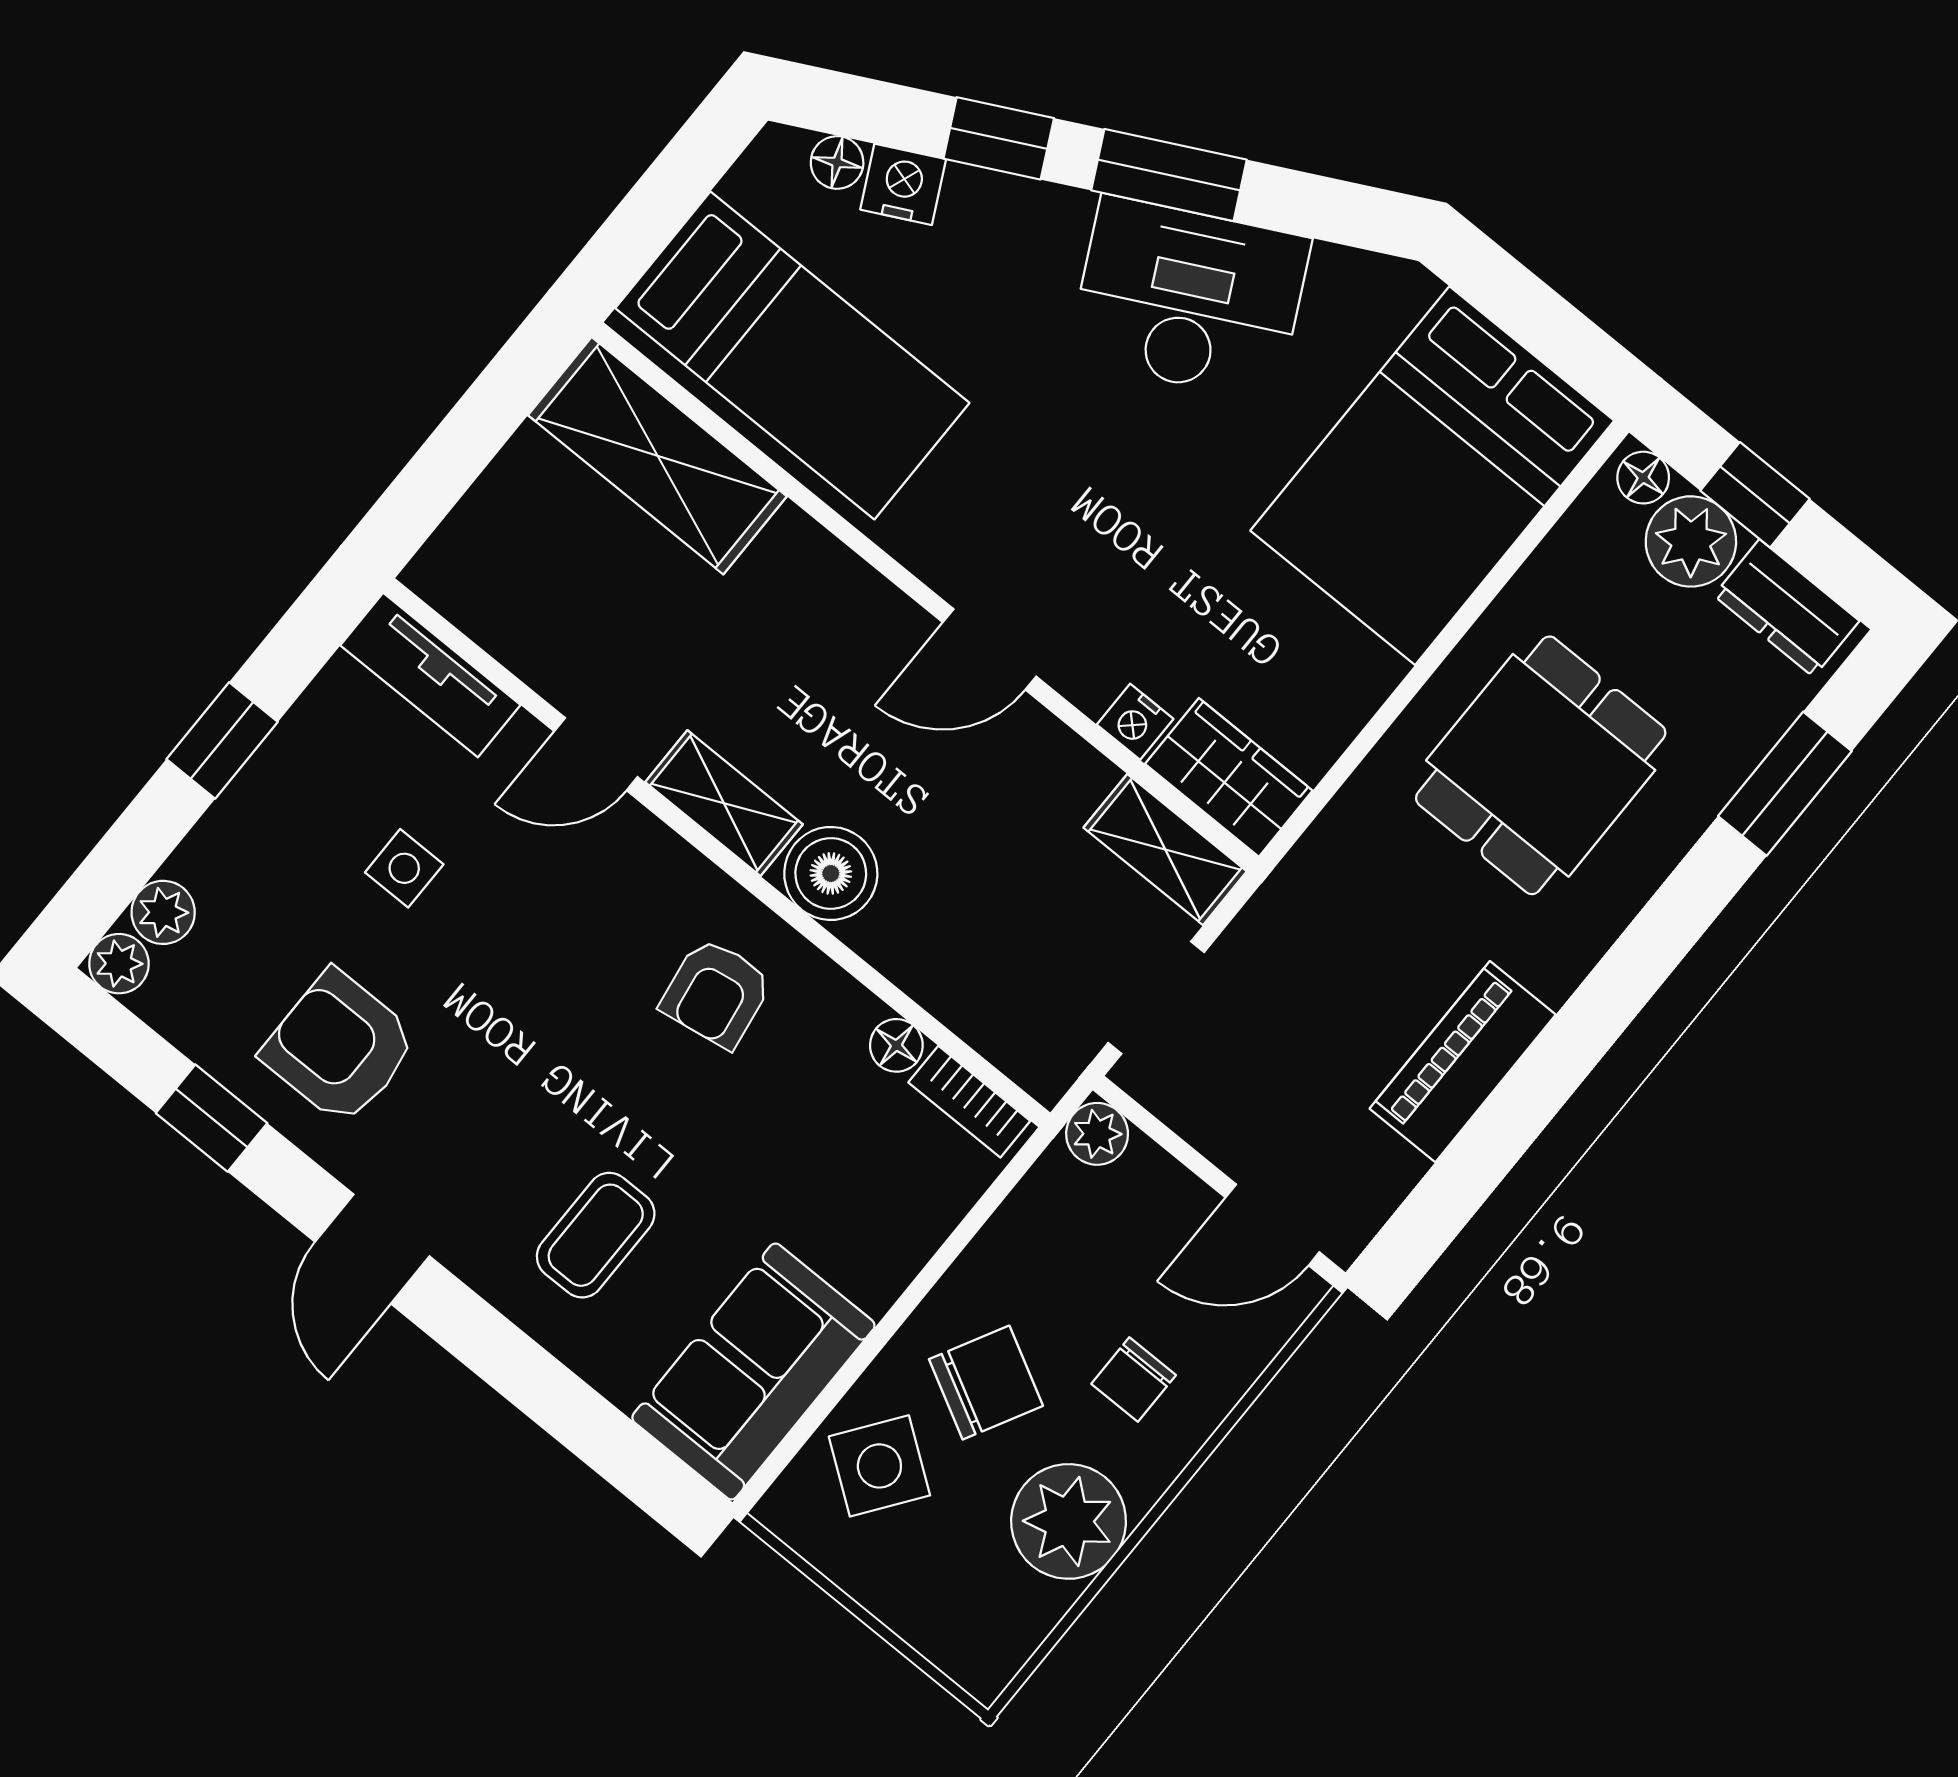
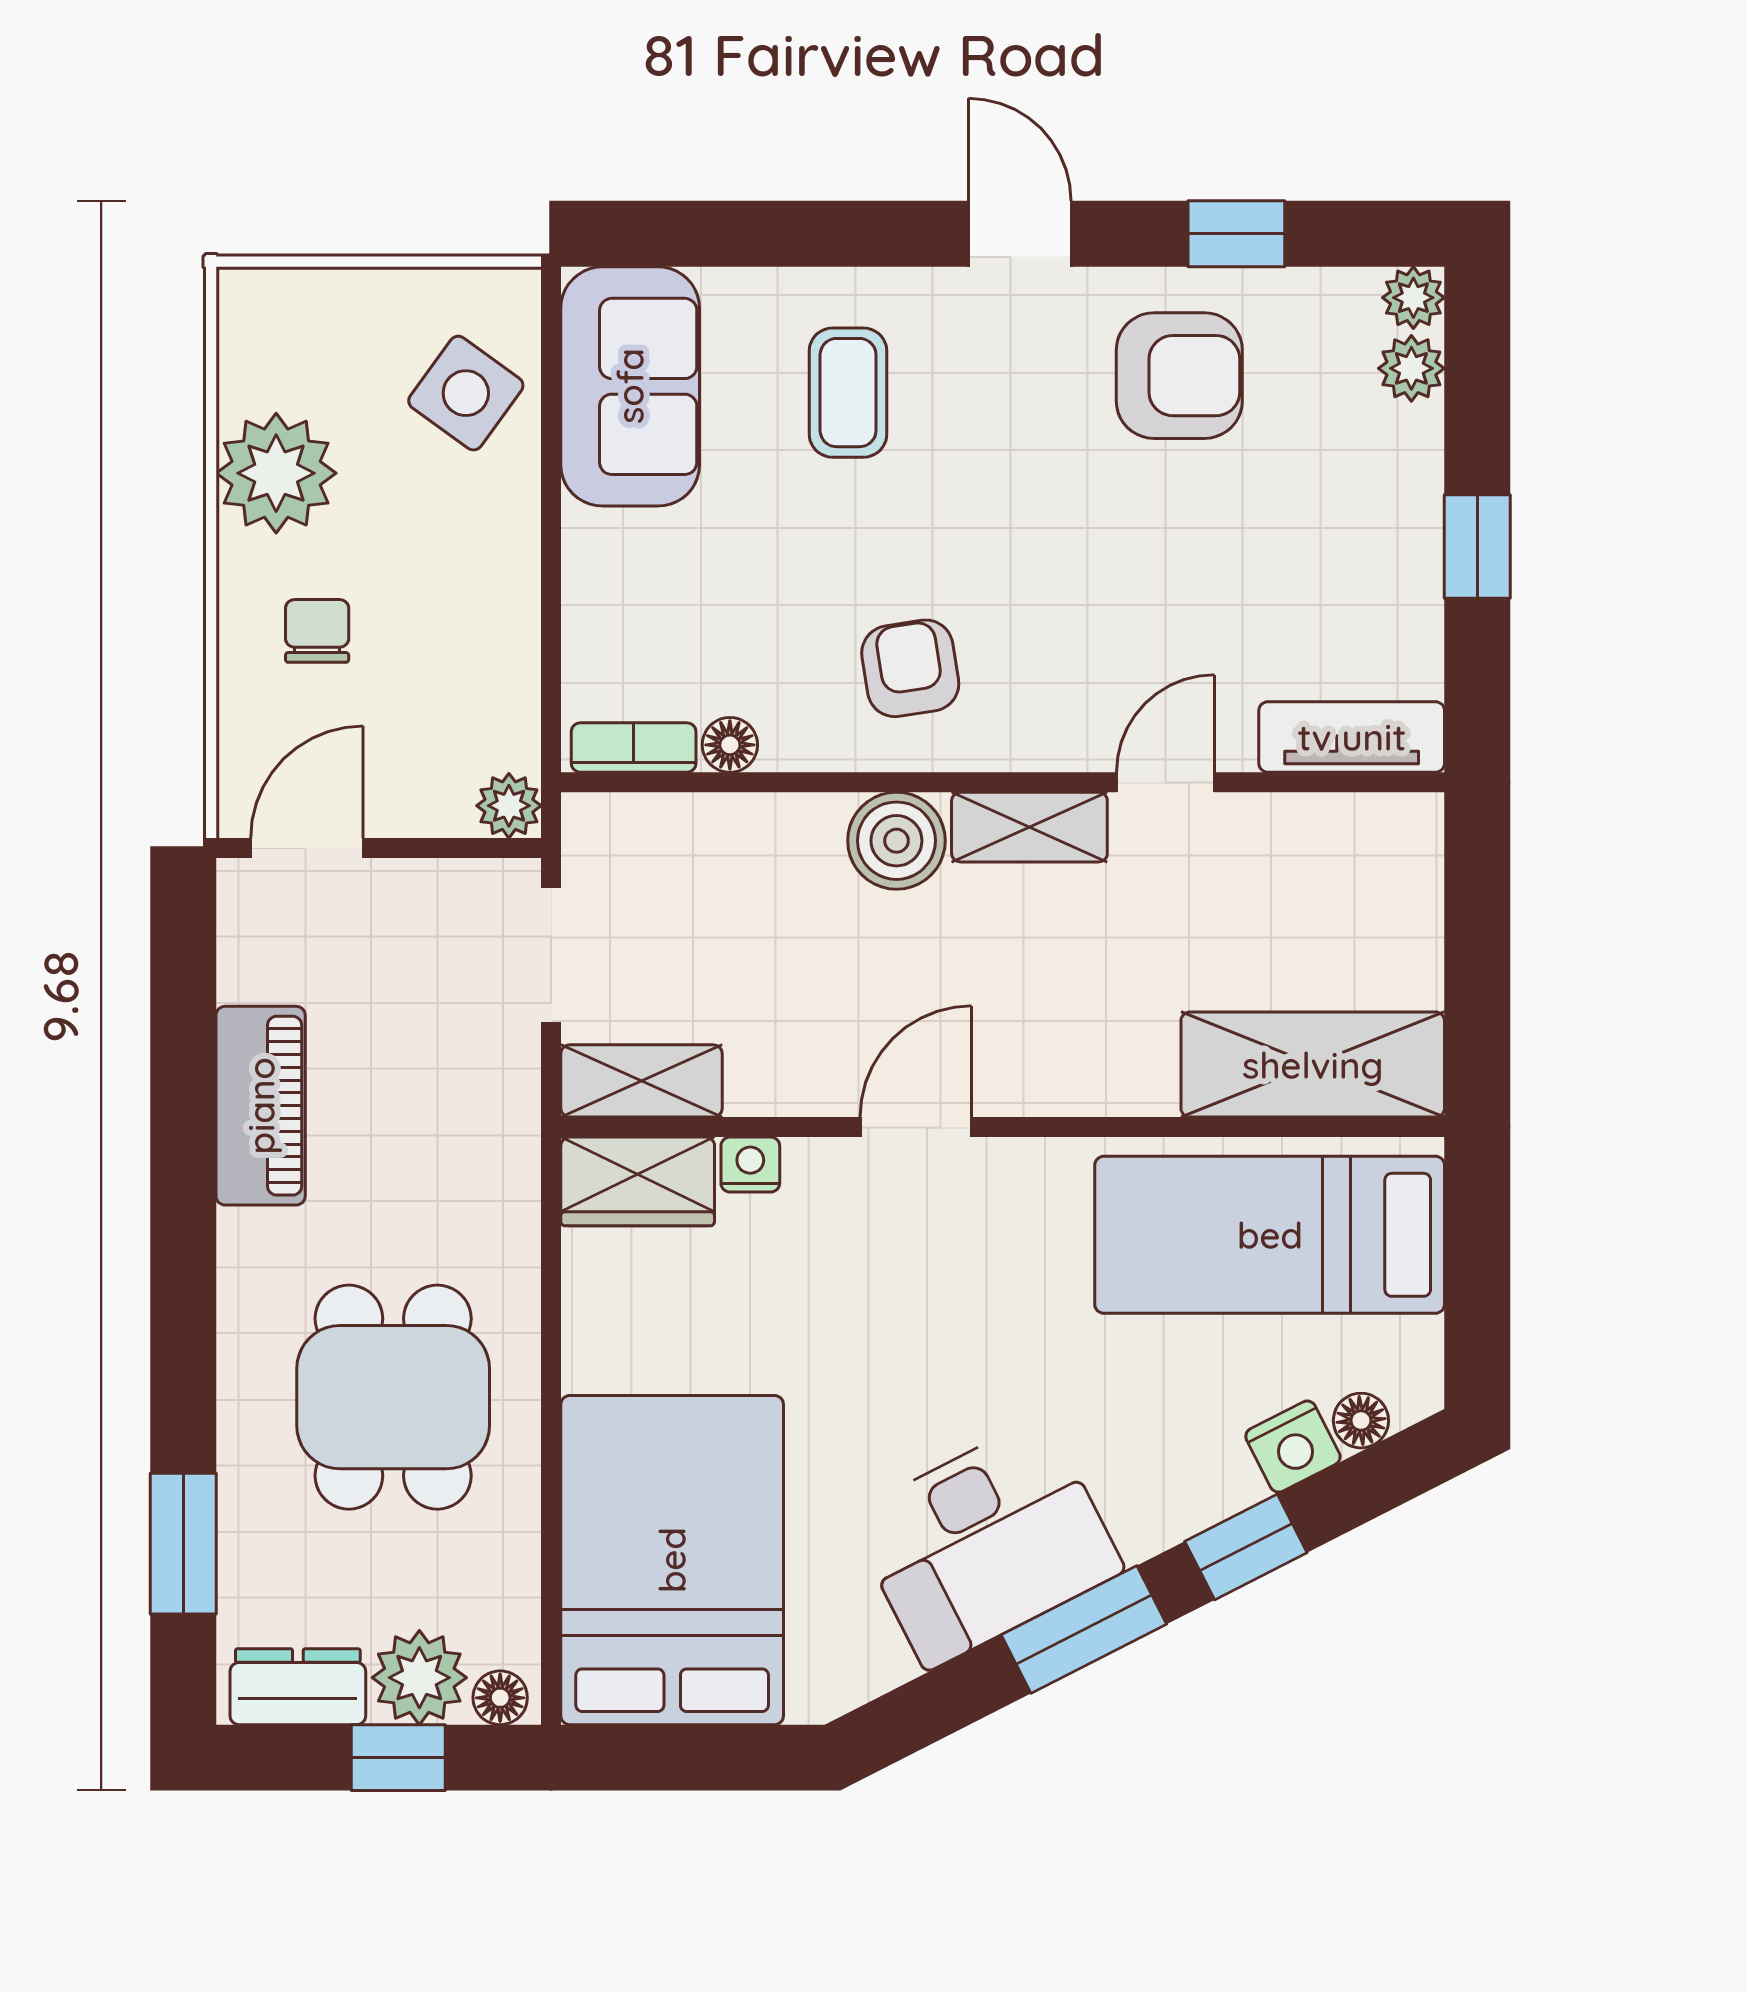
side table: (404, 868) -> (1245, 563), removed
chair: (986, 1383) -> (435, 531), removed

